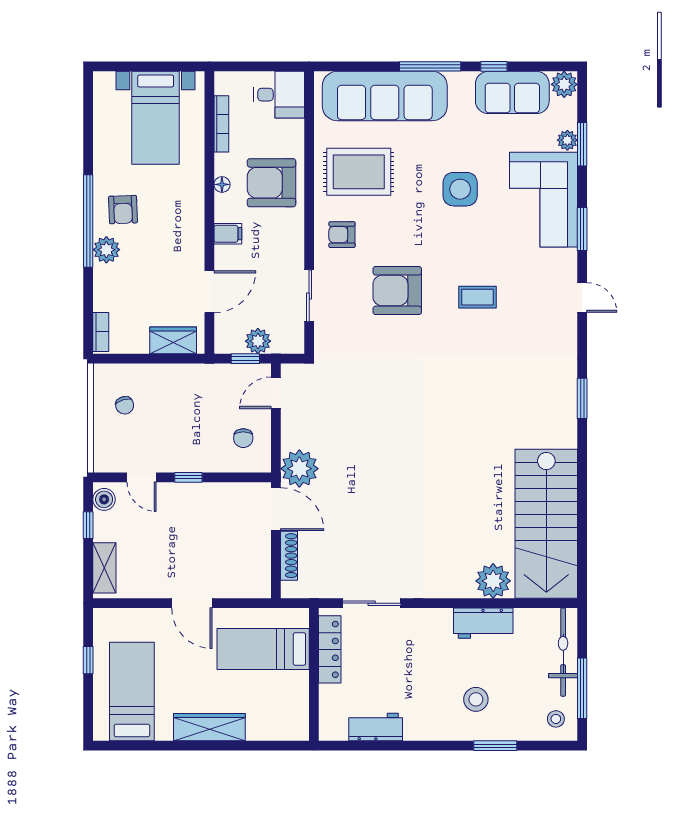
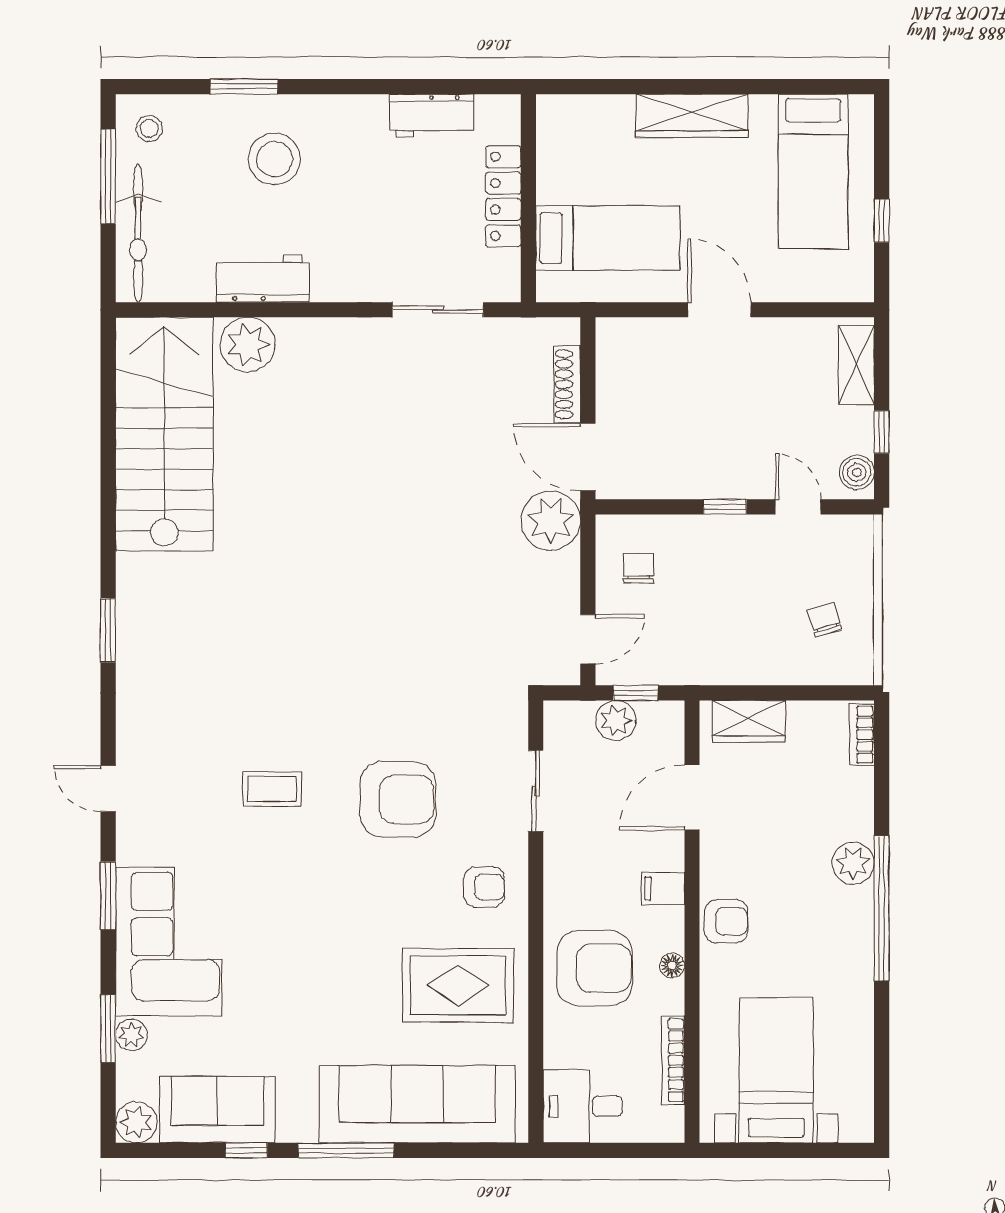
side table: (460, 189) -> (299, 958), removed
armchair: (123, 210) -> (726, 921), moved, turned 92
locker: (330, 649) -> (503, 196), moved
stool: (476, 699) -> (275, 159), width x1.38, depth x1.38

